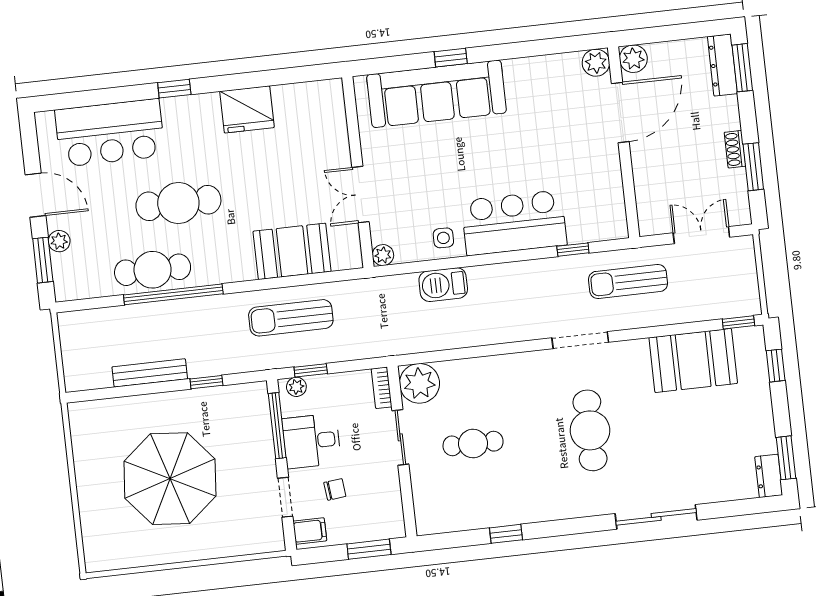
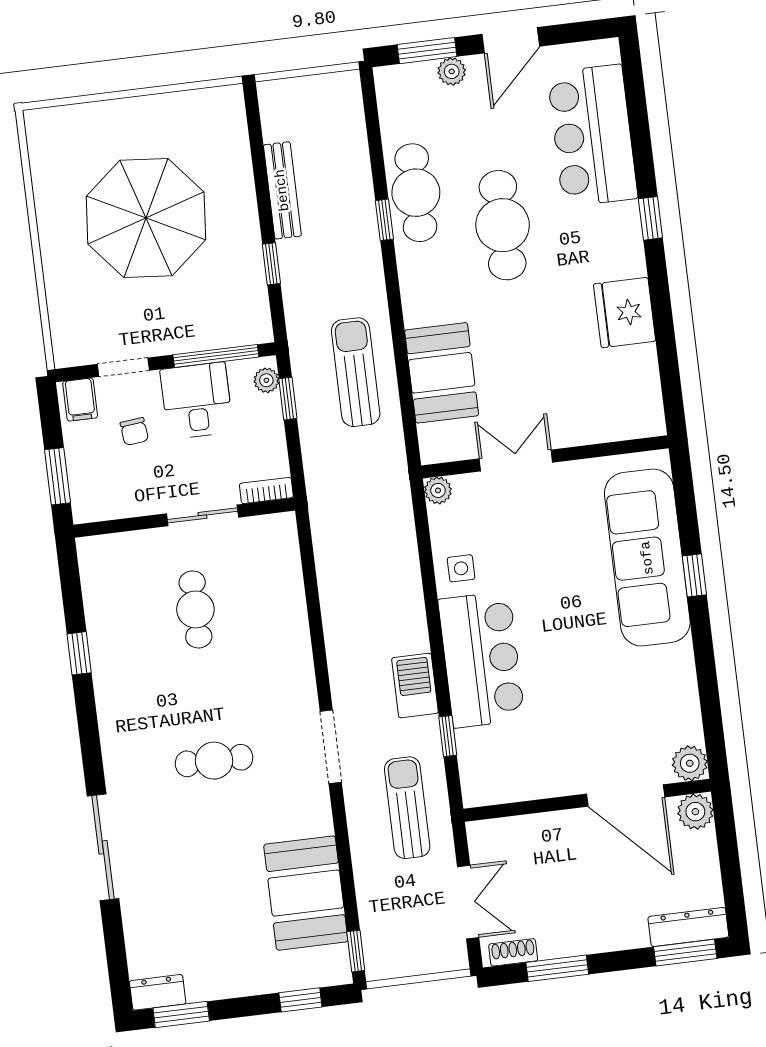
shoe rack: (735, 149) -> (513, 952), moved
barbecue: (443, 285) -> (415, 686), moved
window: (173, 294) -> (384, 220), width x0.32
plant: (419, 383) -> (273, 539), removed
cafe table: (590, 430) -> (214, 761), width x0.73, depth x0.74

